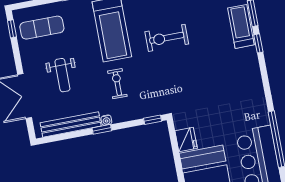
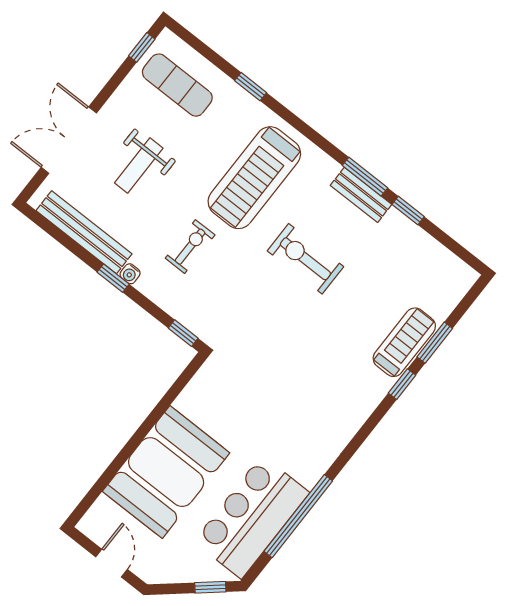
fridge: (186, 139) -> (195, 399), removed

